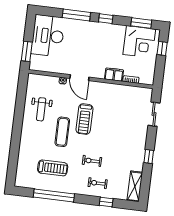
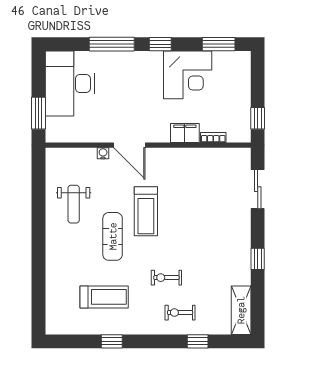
corner desk: (139, 42) -> (188, 75), moved
window: (162, 48) -> (258, 118), moved
window: (54, 195) -> (112, 341), width x0.32

